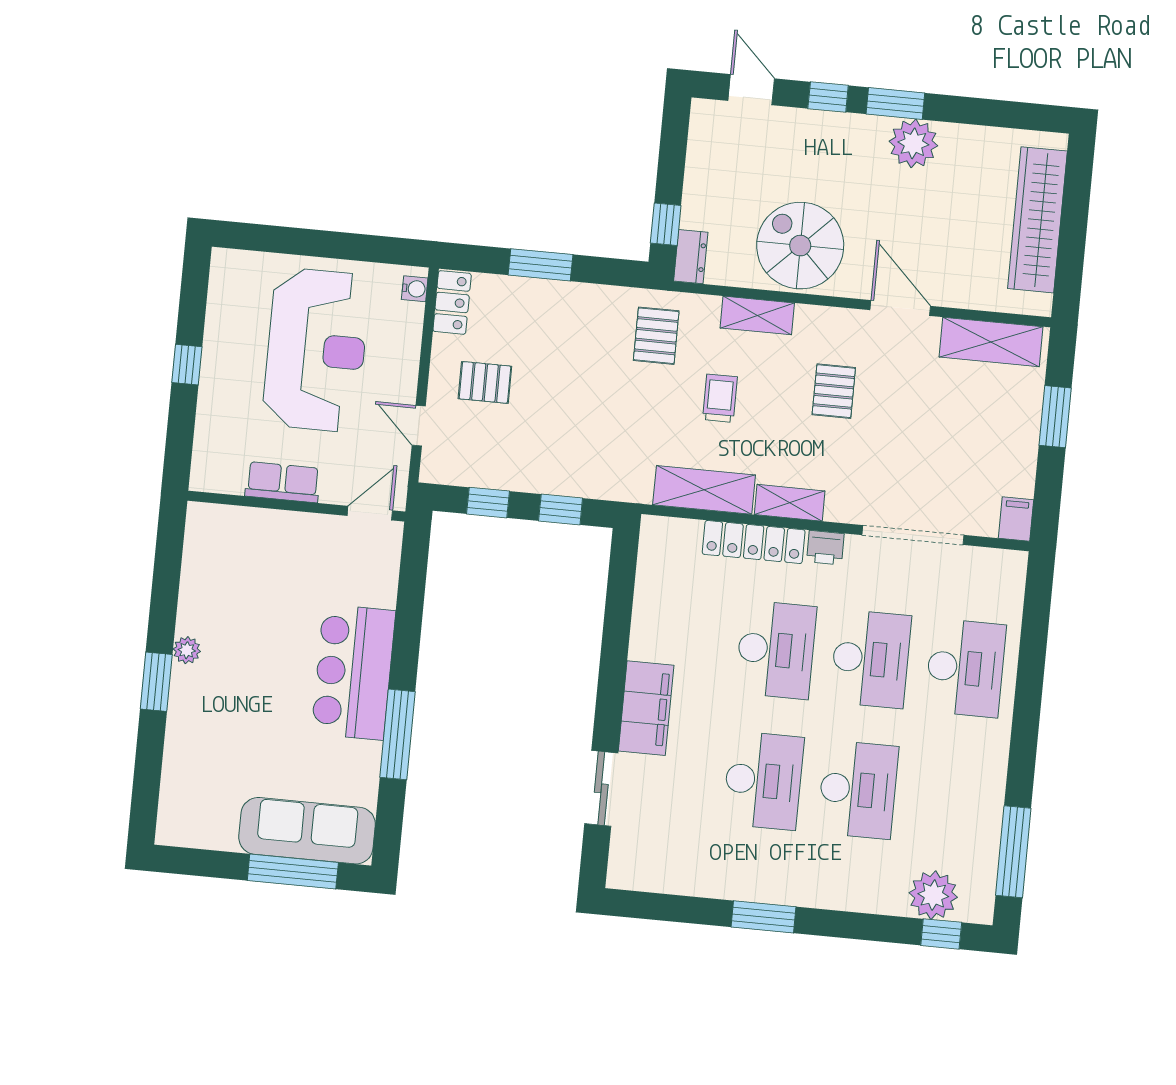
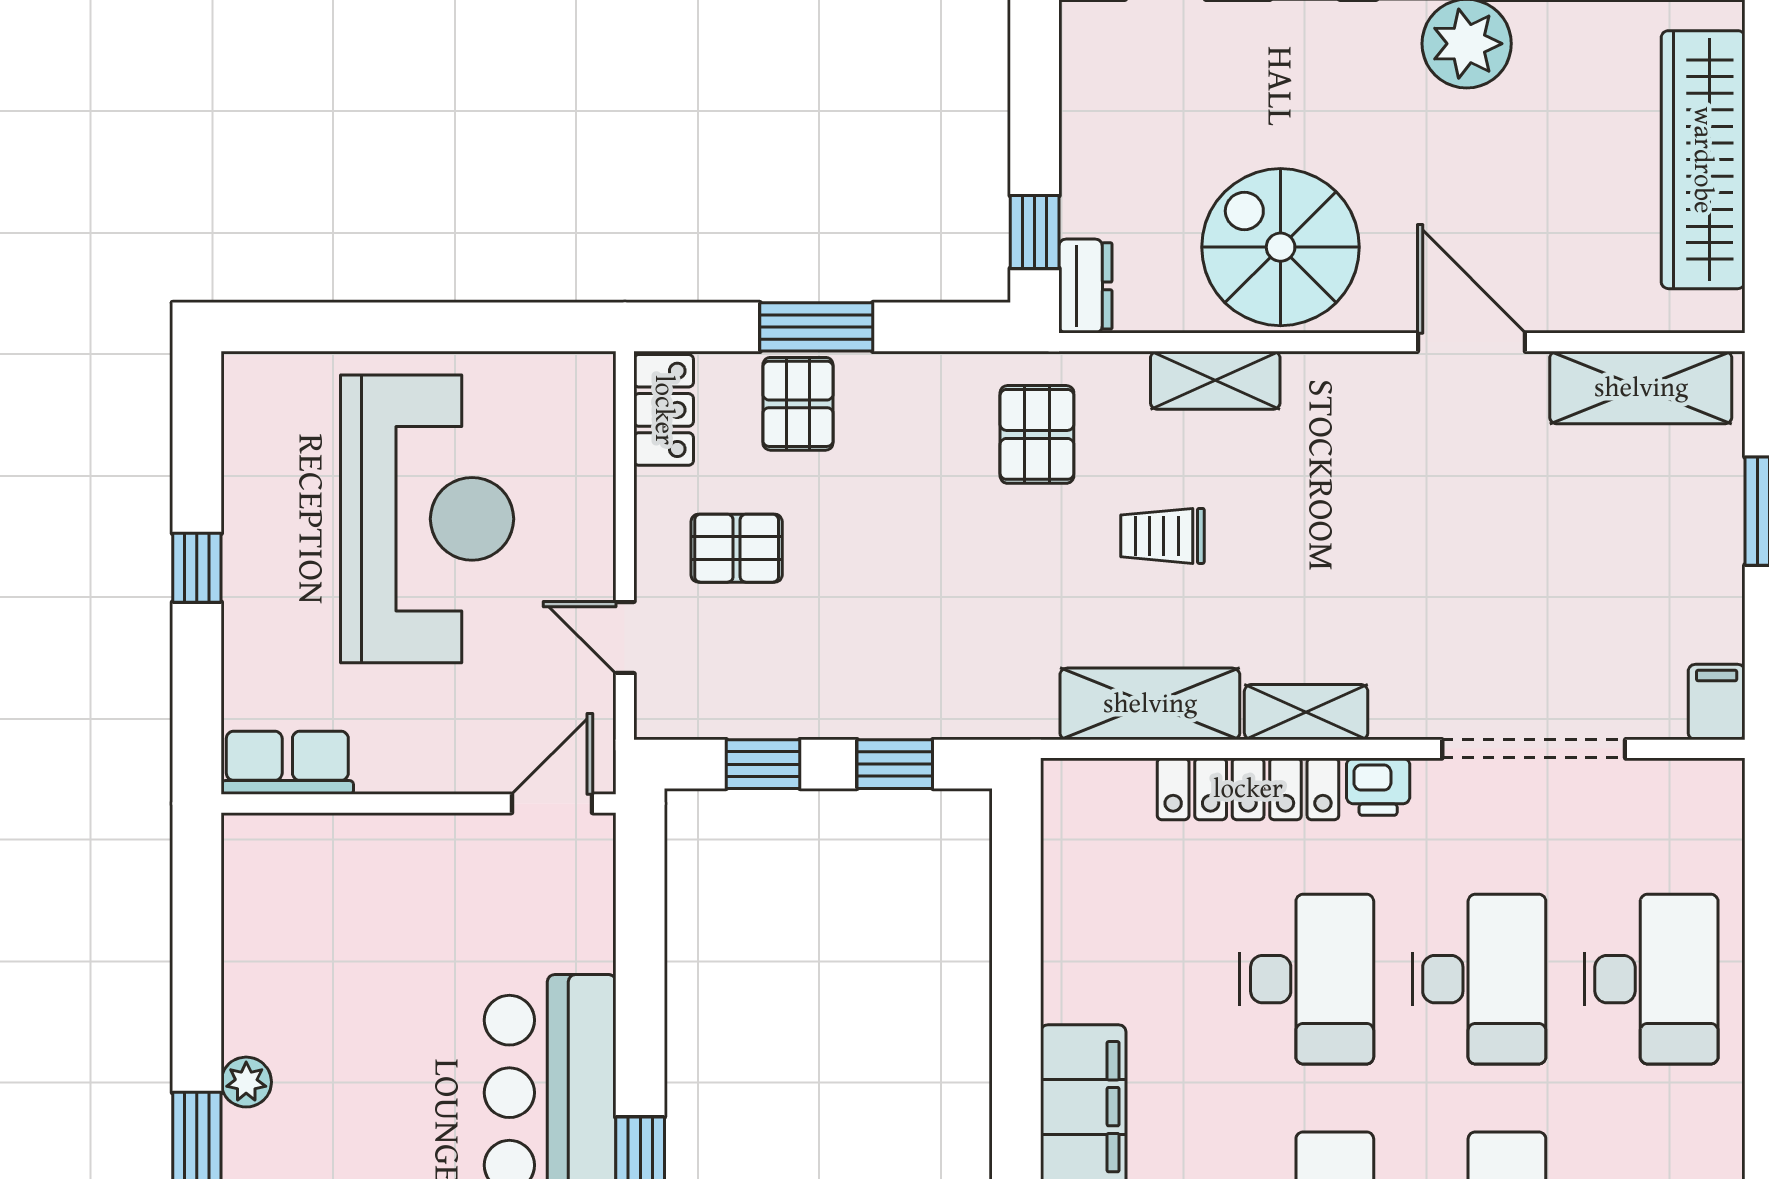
water cooler: (415, 289) -> (594, 392), removed
pallet: (834, 391) -> (798, 404), moved
trolley: (720, 398) -> (1162, 536), turned -90
row of seats: (283, 482) -> (287, 763), moved

